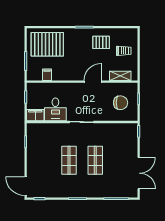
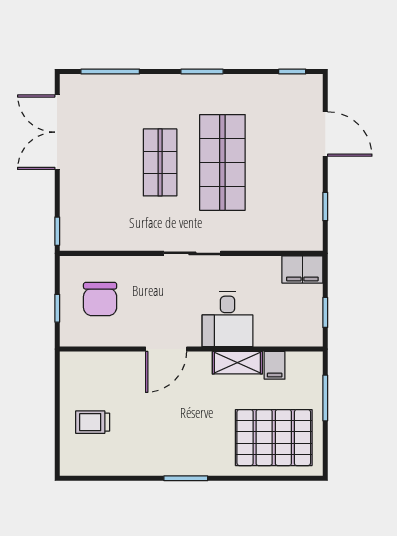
pallet: (101, 42) -> (146, 442), removed
shelving: (120, 76) -> (237, 363), moved
chair: (121, 103) -> (100, 299), turned -90
desk: (55, 109) -> (228, 319), moved, turned 180
shop shelf: (69, 160) -> (222, 162), width x1.43, depth x1.36
door: (26, 186) -> (325, 134), moved

